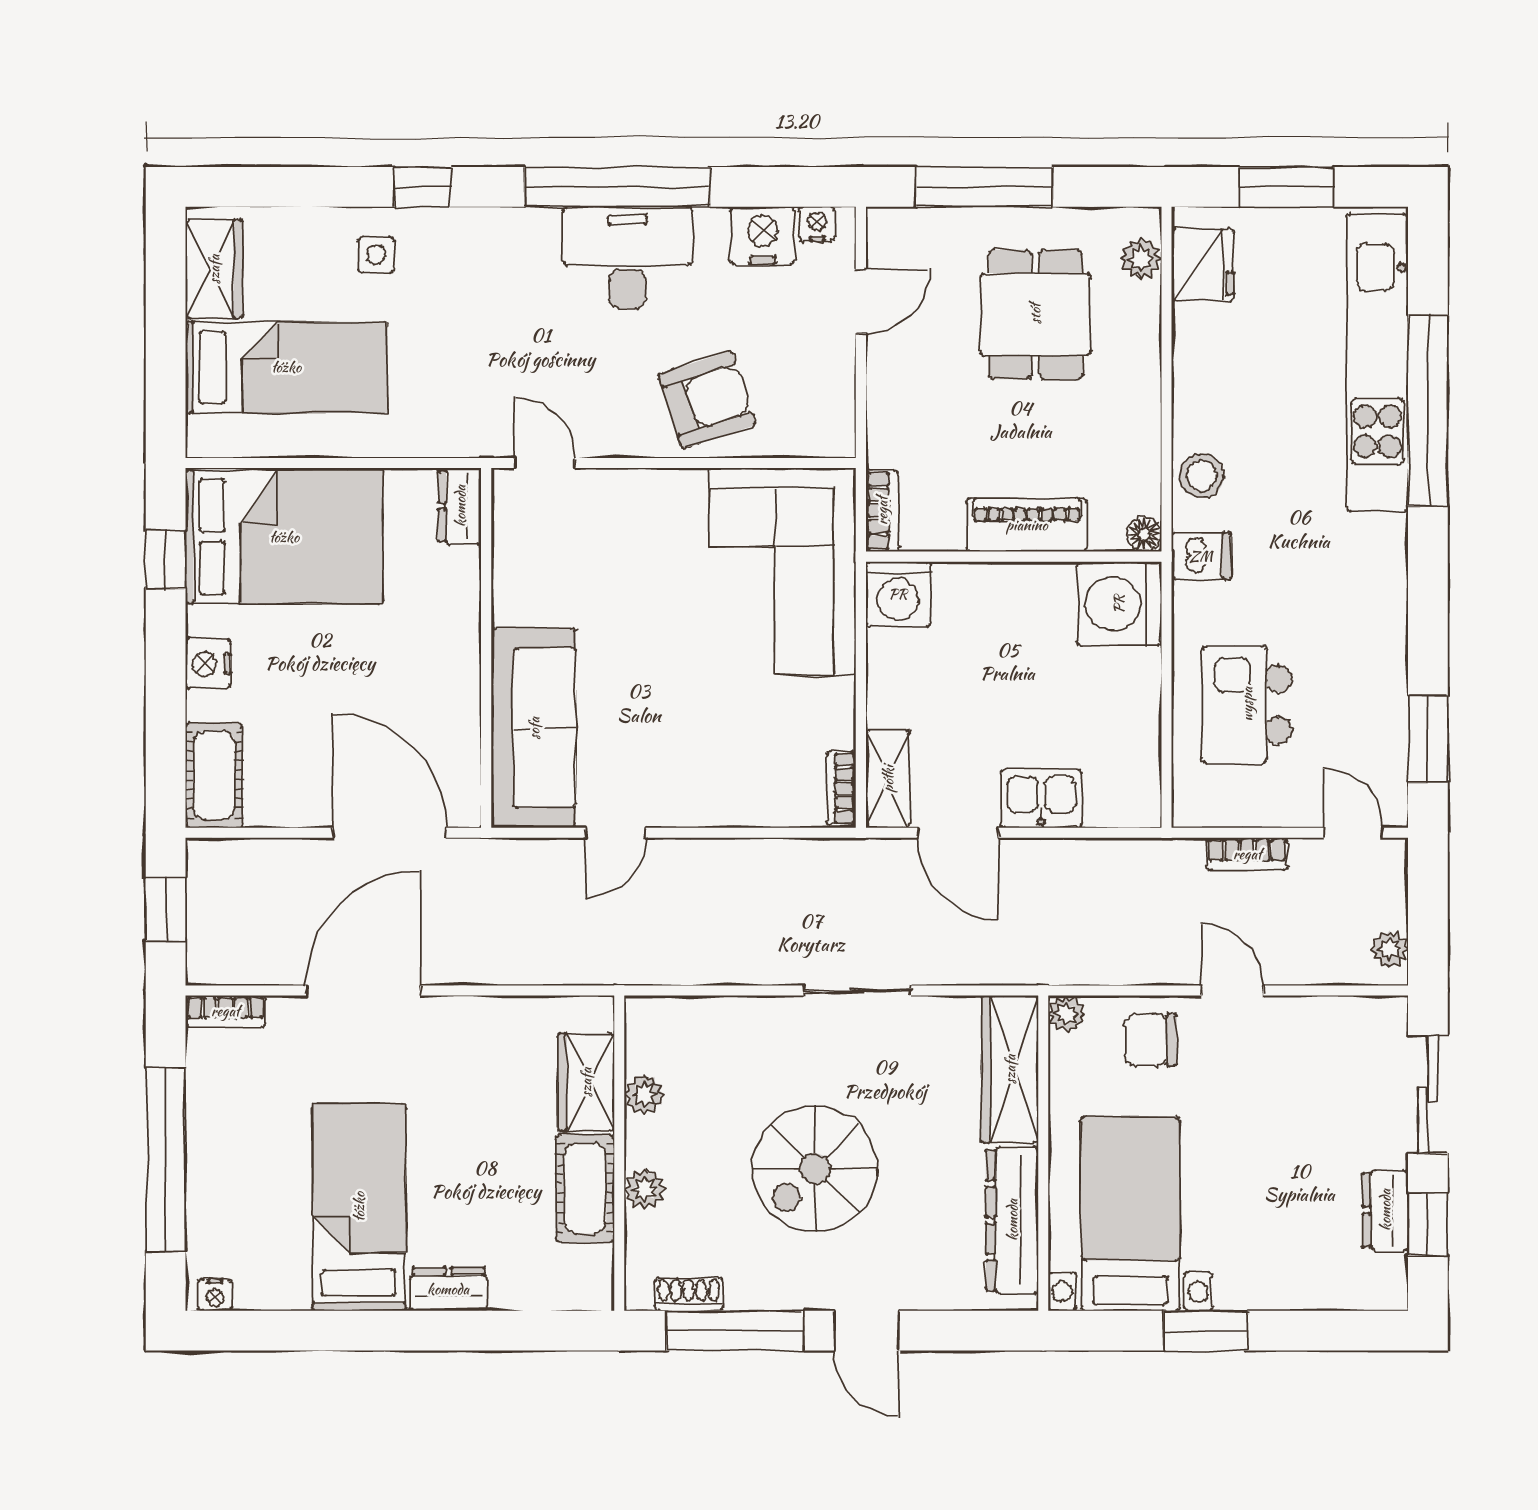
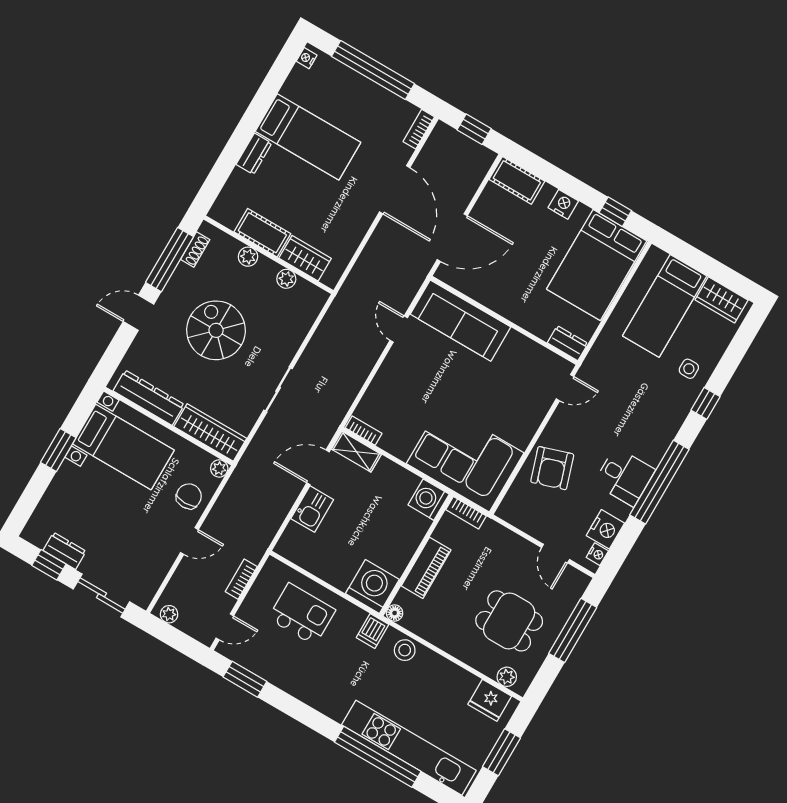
desk: (627, 257) -> (624, 477), width x0.73

